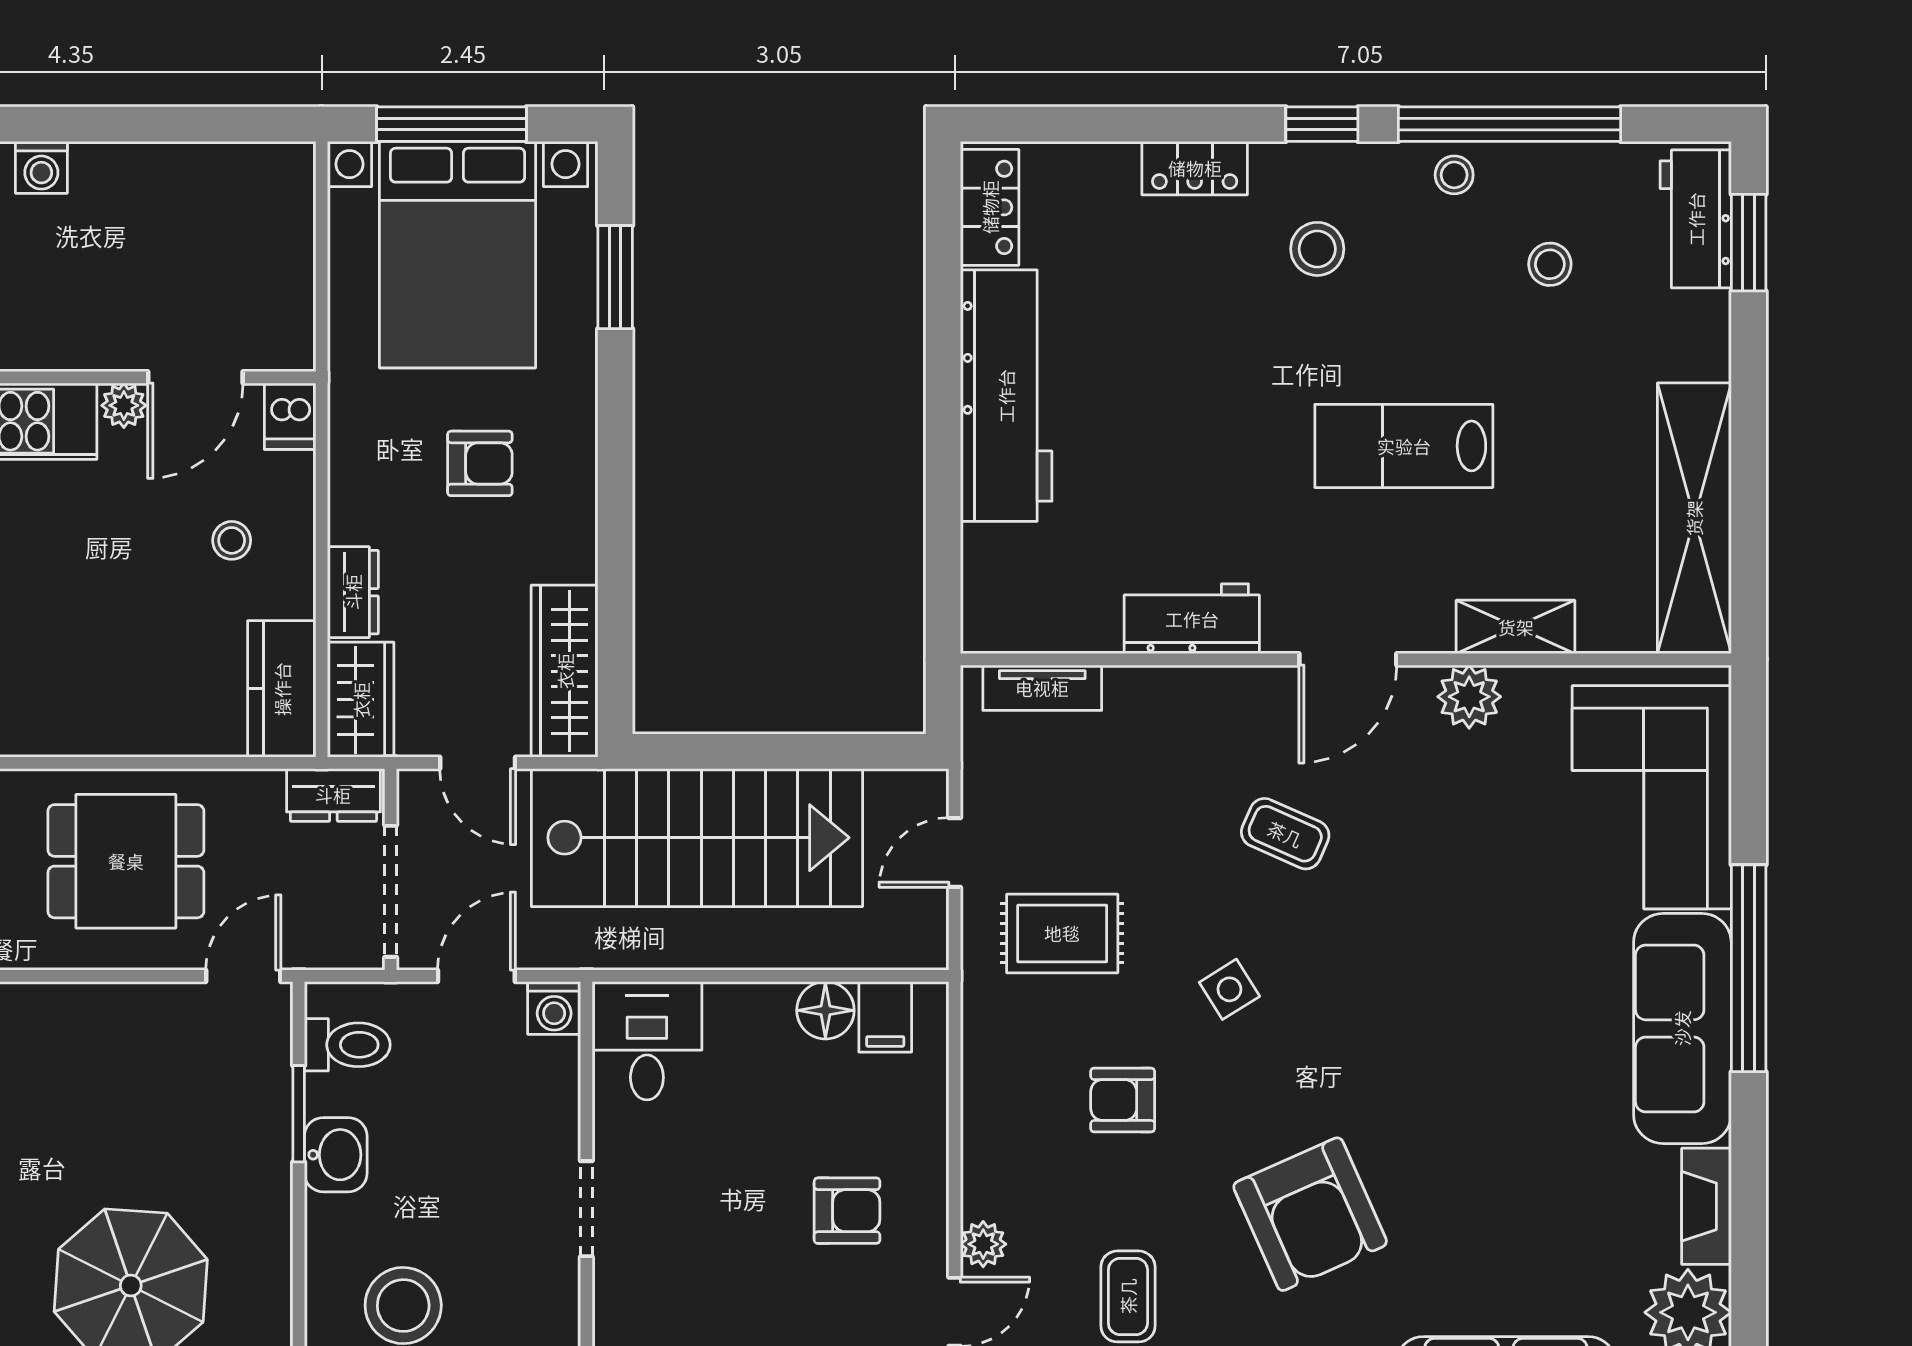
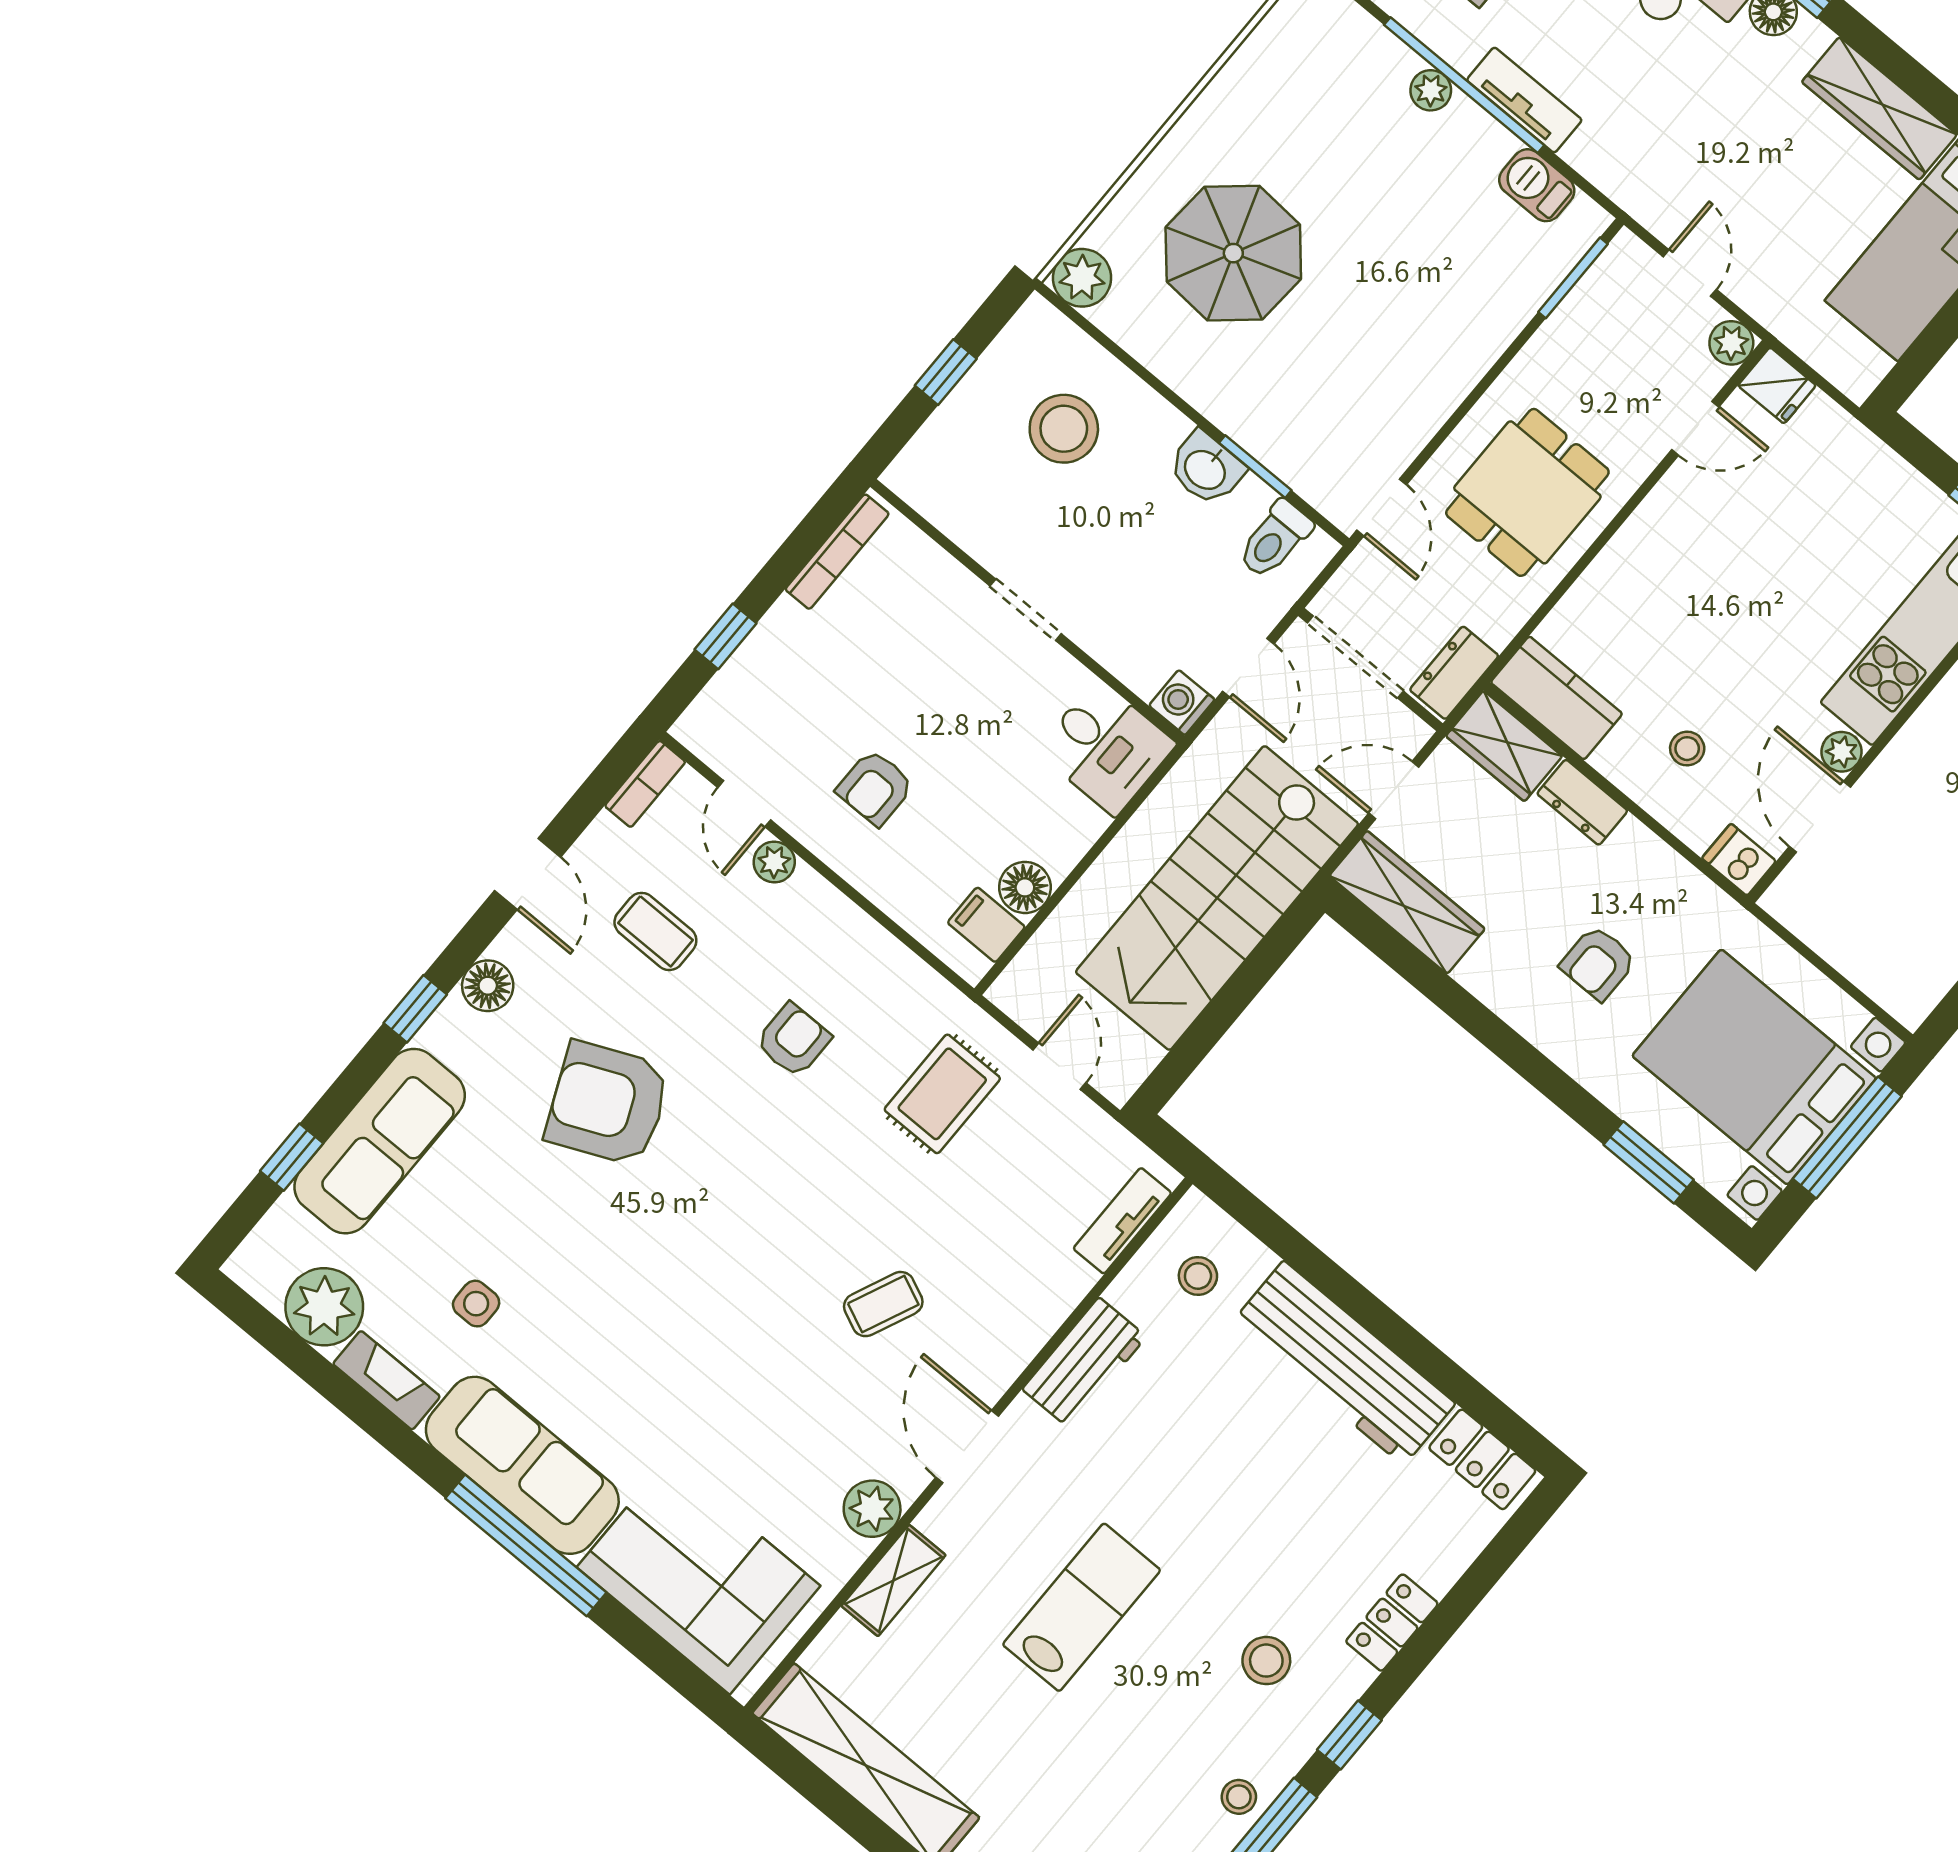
stool: (1550, 264) -> (1198, 1276), moved
side table: (1229, 989) -> (476, 1304), moved, turned 32

